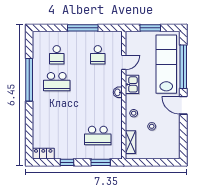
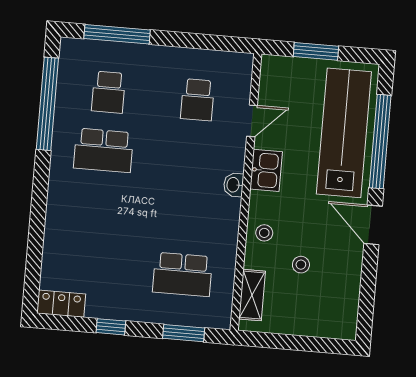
window: (83, 28) -> (117, 34), moved
window: (29, 80) -> (47, 104), moved

